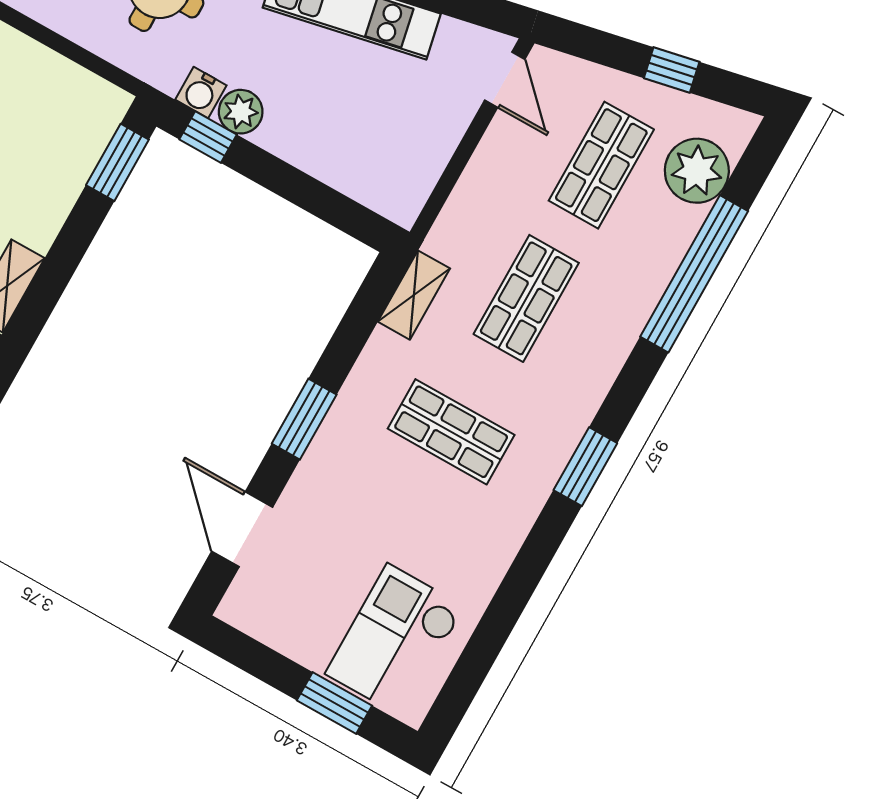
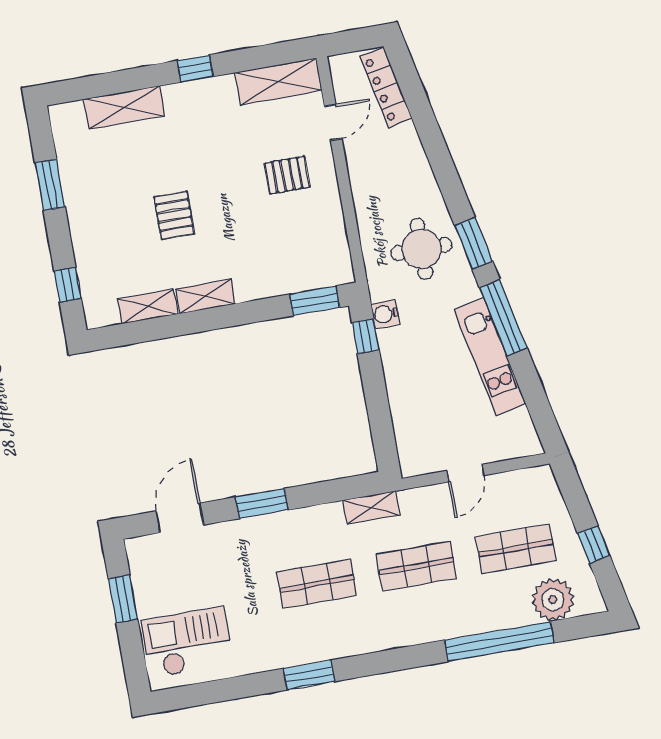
door: (505, 80) -> (466, 473), moved
plant: (241, 112) -> (392, 342), removed
shop shelf: (451, 432) -> (317, 584), turned 90
window: (585, 467) -> (309, 675), moved
window: (334, 703) -> (123, 599), moved

